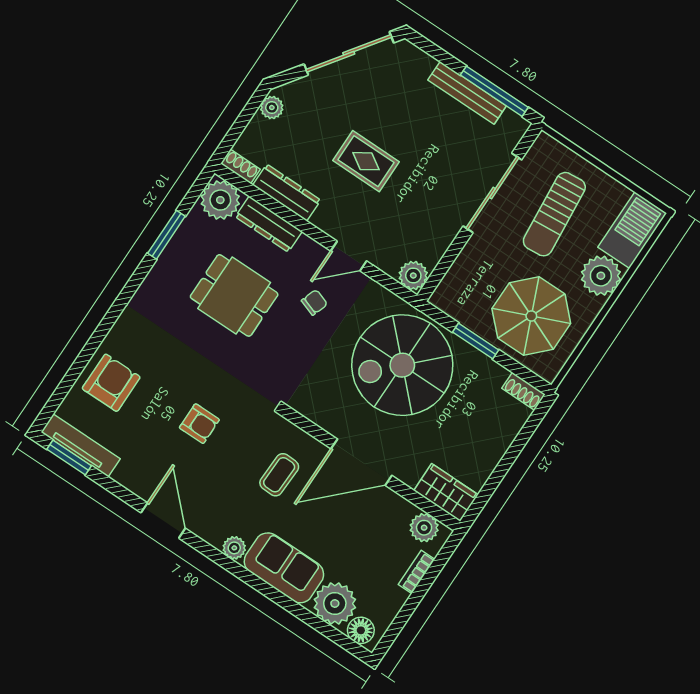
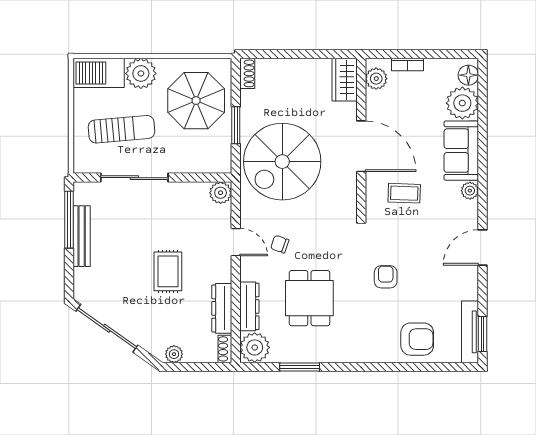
spiral stairs: (402, 365) -> (282, 162), turned 90
armchair: (111, 383) -> (417, 339), turned 180
armchair: (199, 424) -> (386, 277), moved

